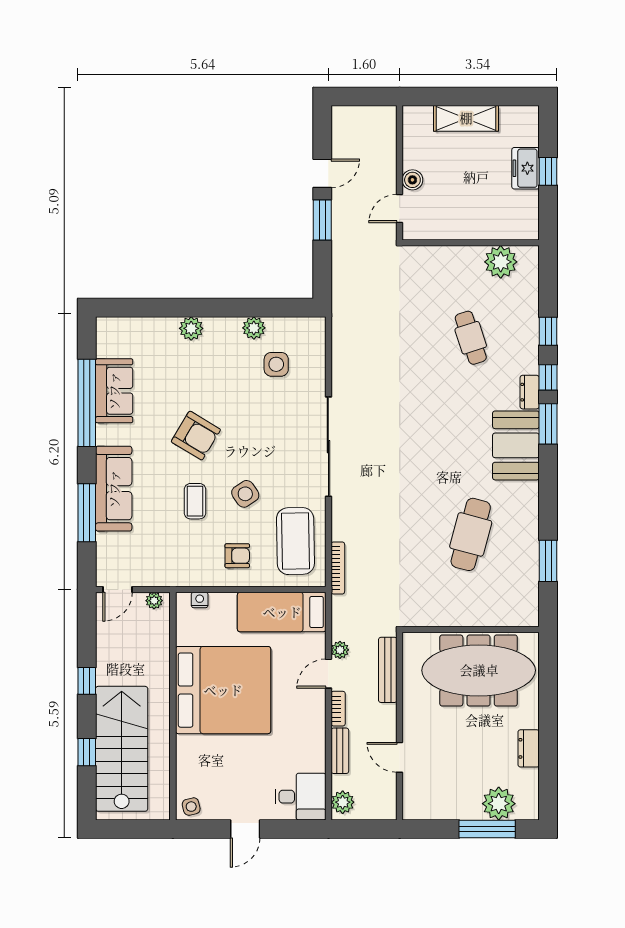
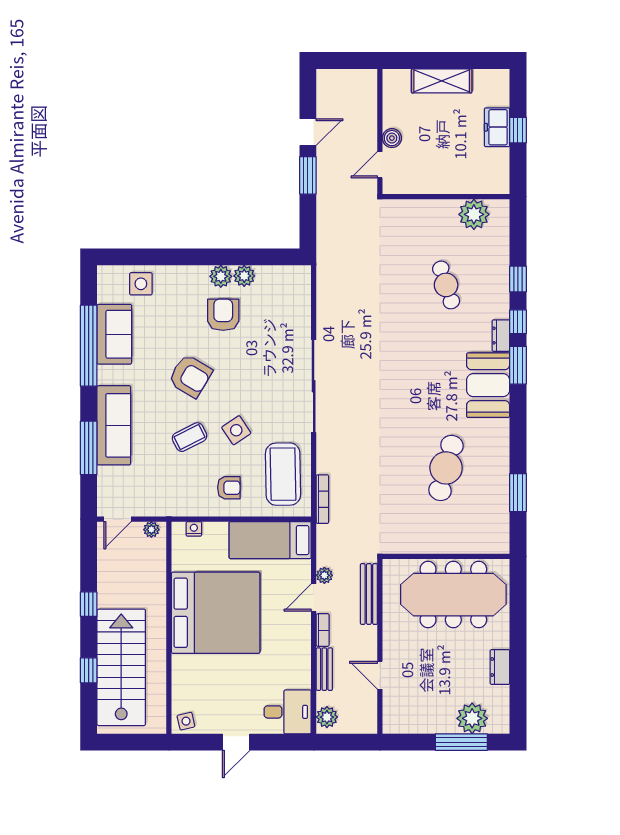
plant: (191, 328) -> (221, 276), moved
side table: (276, 364) -> (141, 284), moved
armchair: (231, 370) -> (223, 315), added
coffee table: (195, 501) -> (190, 437), turned 63

